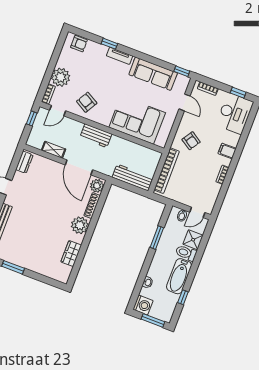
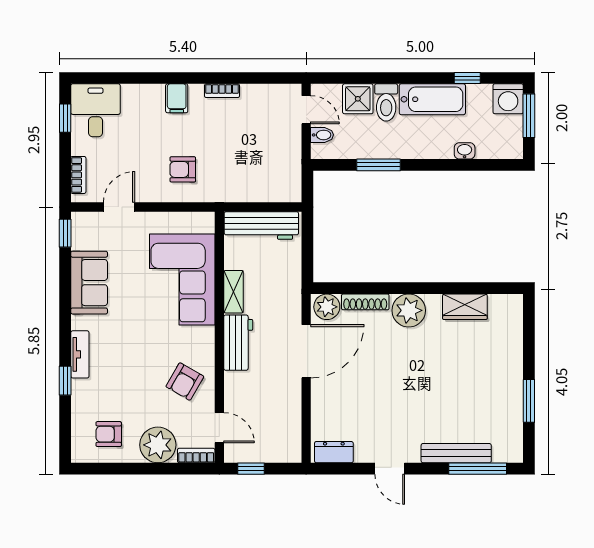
armchair: (79, 44) -> (109, 434), moved, turned -90
sofa: (153, 74) -> (89, 283), width x0.73
desk: (235, 113) -> (95, 110), width x0.73
armchair: (191, 141) -> (183, 169), turned -123
shelving: (54, 150) -> (234, 292), moved
bookcase: (167, 171) -> (253, 193), removed
workbench: (133, 177) -> (261, 226), moved, turned -90
washing machine: (143, 305) -> (508, 99), moved, turned 180

